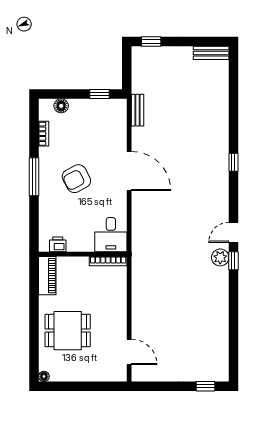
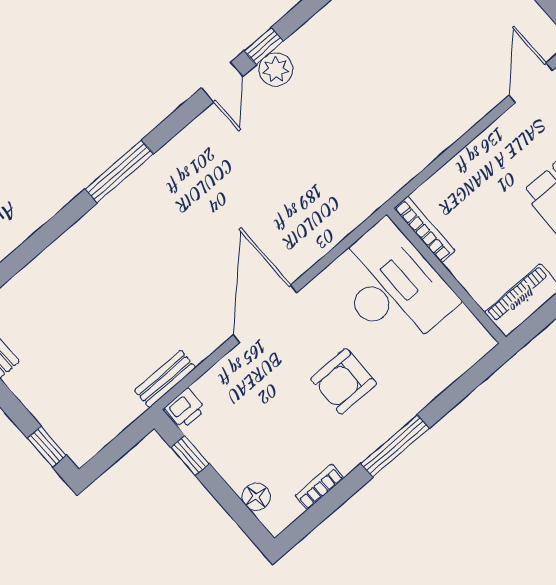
window: (233, 162) -> (119, 172), width x2.17
armchair: (76, 179) -> (344, 381), turned 118
door: (233, 232) -> (222, 82), hinge flipped
desk: (111, 235) -> (392, 286), width x1.87, depth x1.30
printer: (58, 244) -> (185, 408), moved, turned -90

